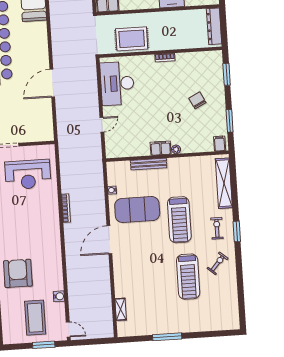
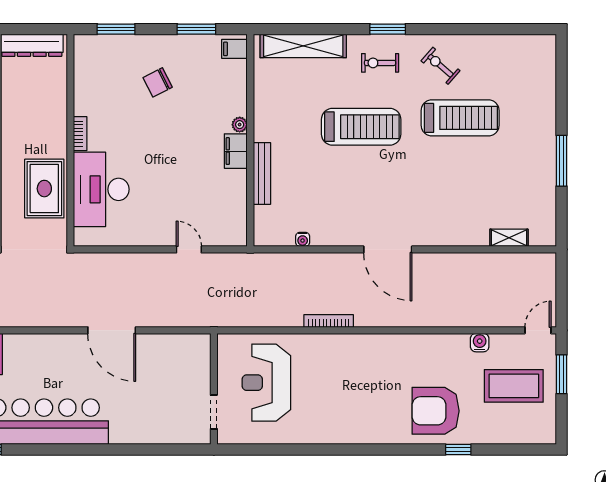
desk: (117, 83) -> (101, 189), moved, turned 90
reception desk: (28, 174) -> (266, 383), turned 180
exercise mat: (137, 210) -> (339, 198), removed

